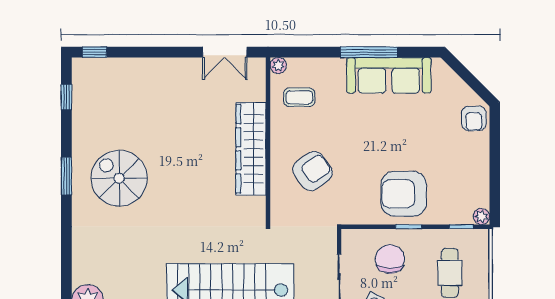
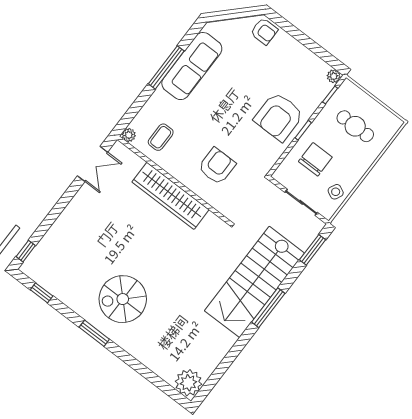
armchair: (313, 171) -> (217, 166), turned 35
chair: (390, 259) -> (315, 159), turned 90

